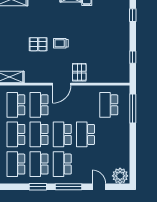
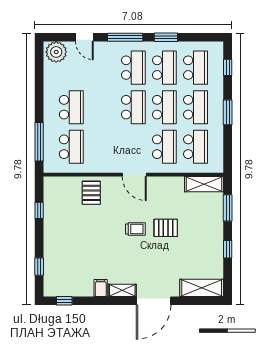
pallet: (79, 72) -> (91, 193), moved
door: (62, 84) -> (134, 175), swing flipped
school desk: (86, 134) -> (71, 107), moved

